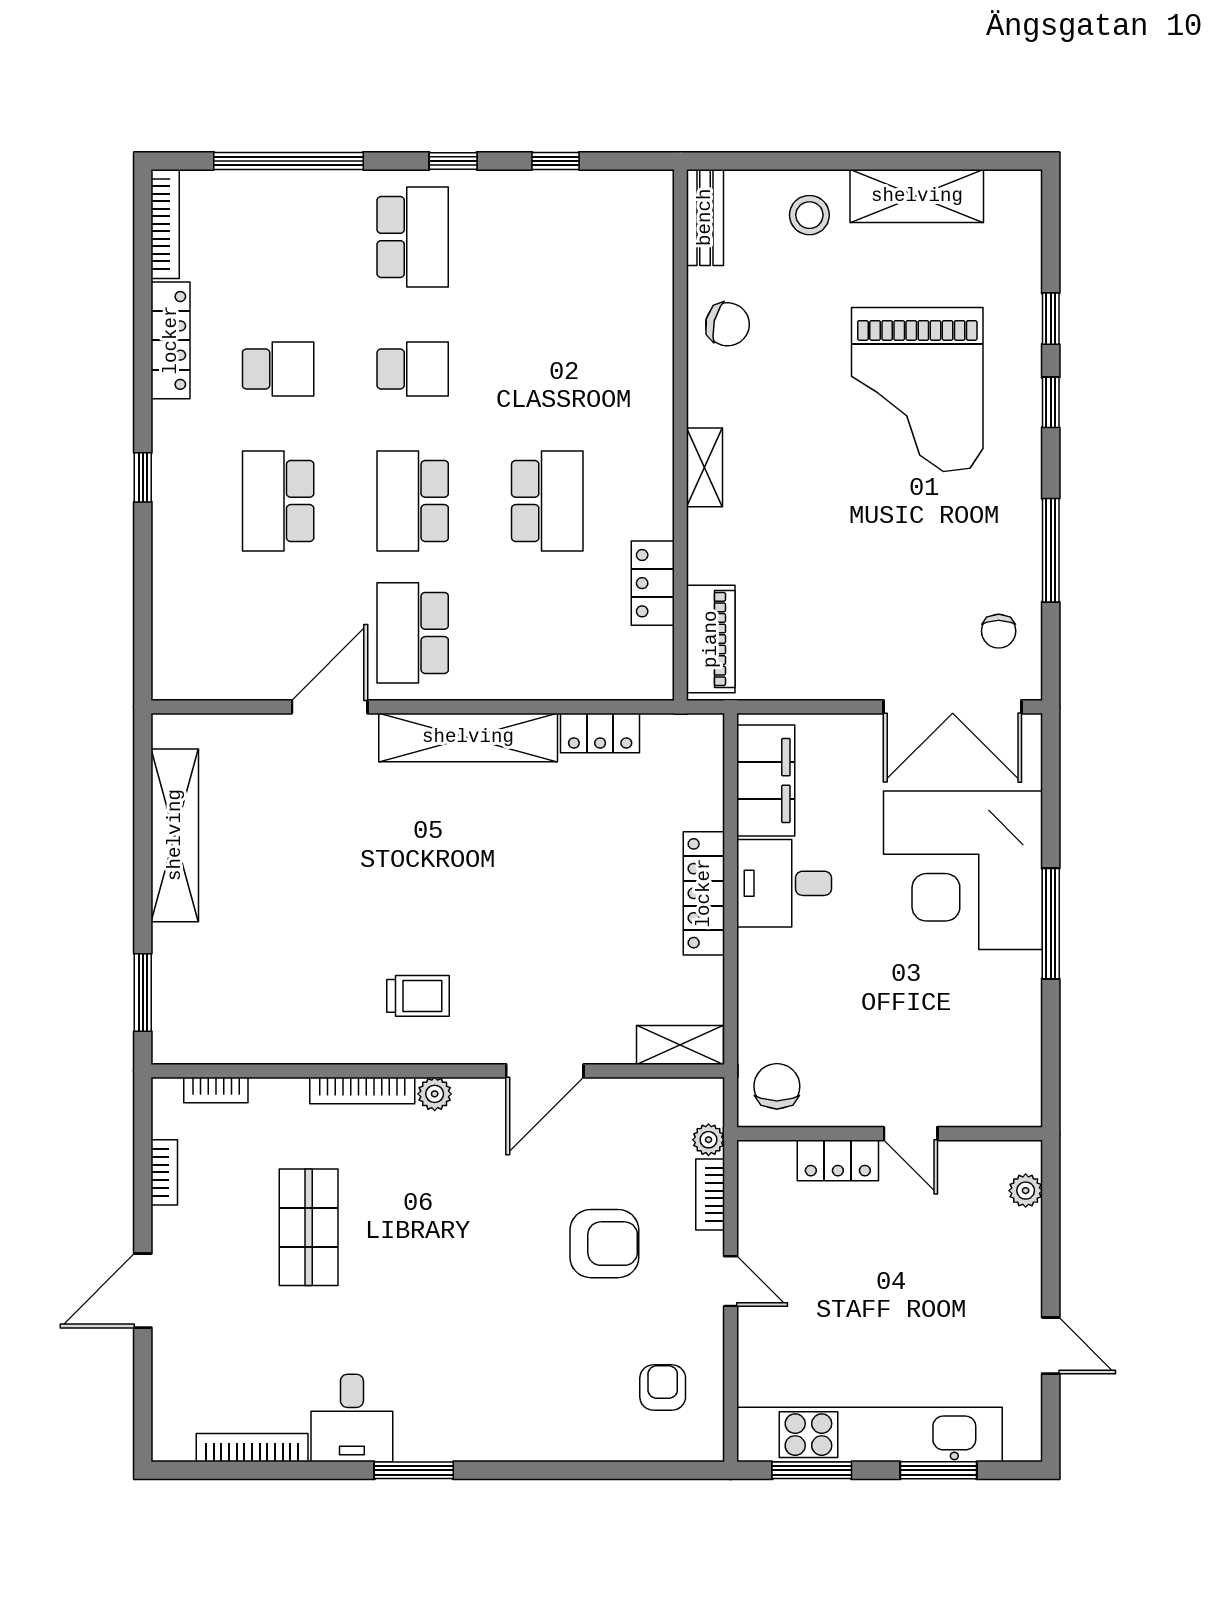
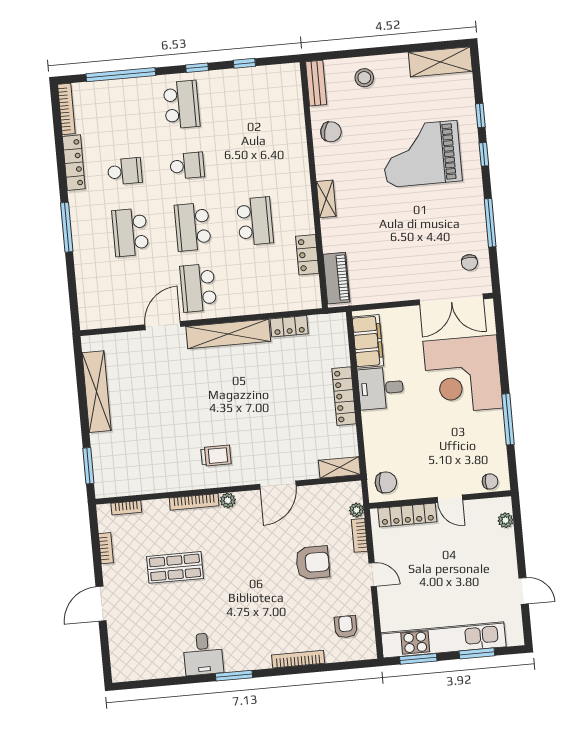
shelving: (917, 196) -> (440, 62), moved
grand piano: (917, 390) -> (422, 154), turned 90
window: (143, 477) -> (67, 227), width x2.17
window: (1051, 924) -> (508, 419), moved
chair: (777, 1086) -> (386, 482), turned 90
chair: (1000, 1104) -> (490, 481), added
locker: (838, 1160) -> (407, 515), width x1.53
shop shelf: (309, 1227) -> (175, 567), turned 90
bookcase: (252, 1448) -> (298, 659), moved

